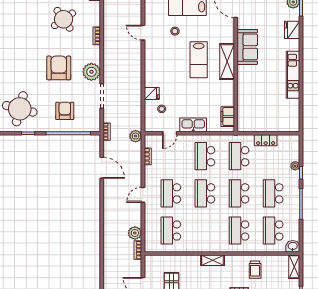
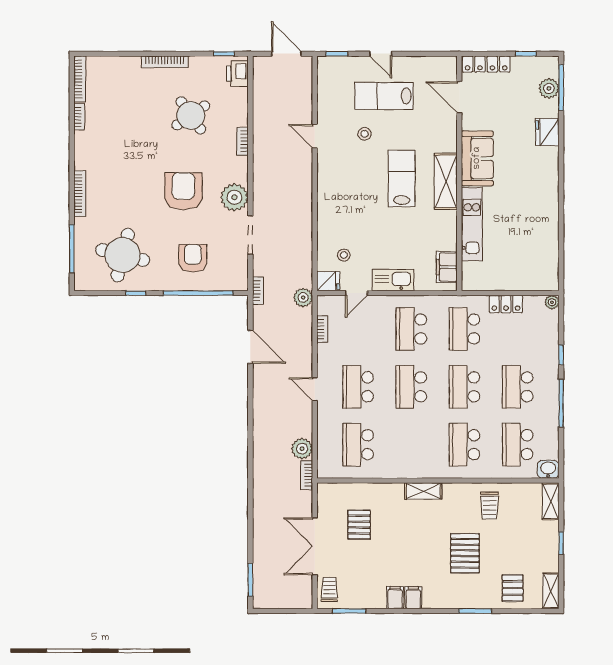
lab bench: (199, 60) -> (402, 179), turned 180
kitchen unit: (293, 75) -> (472, 224), moved, turned 180
fridge: (152, 93) -> (328, 281), moved
plant: (295, 166) -> (552, 302), moved
door: (143, 195) -> (315, 389), hinge flipped

